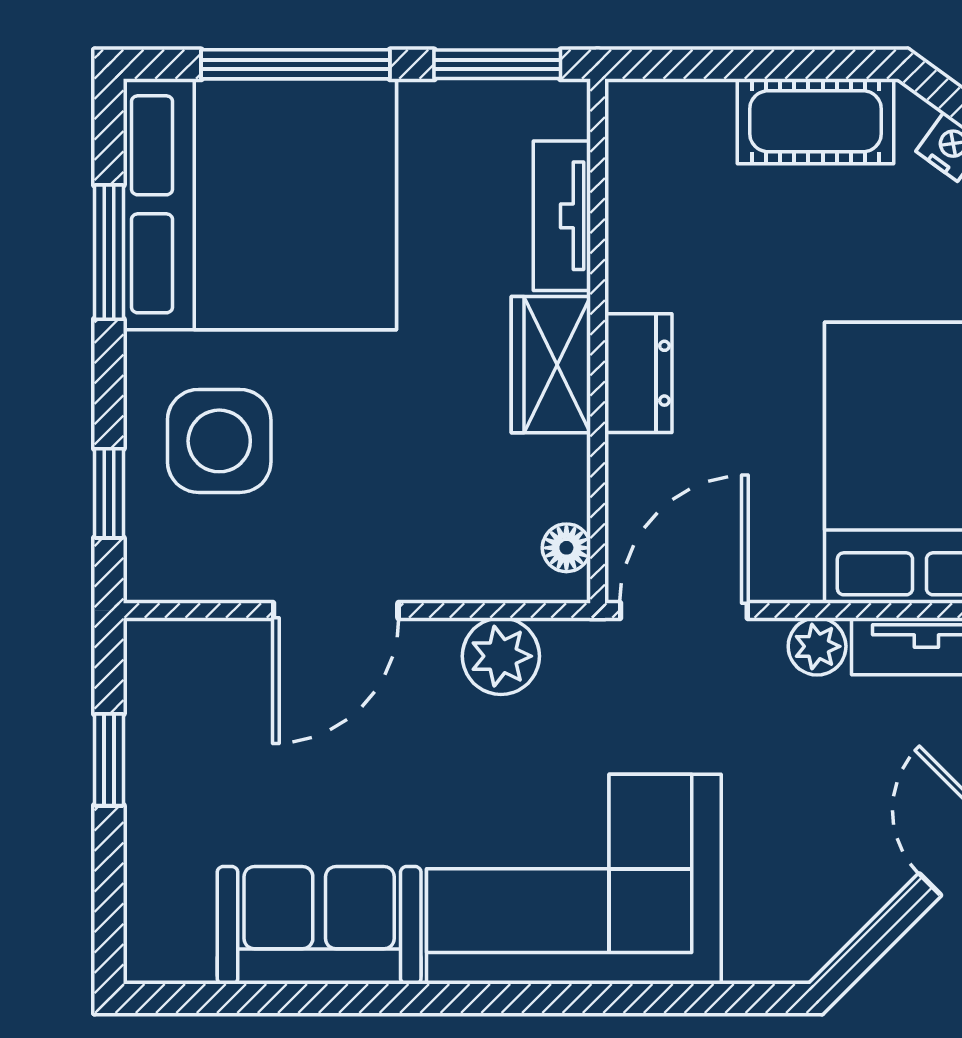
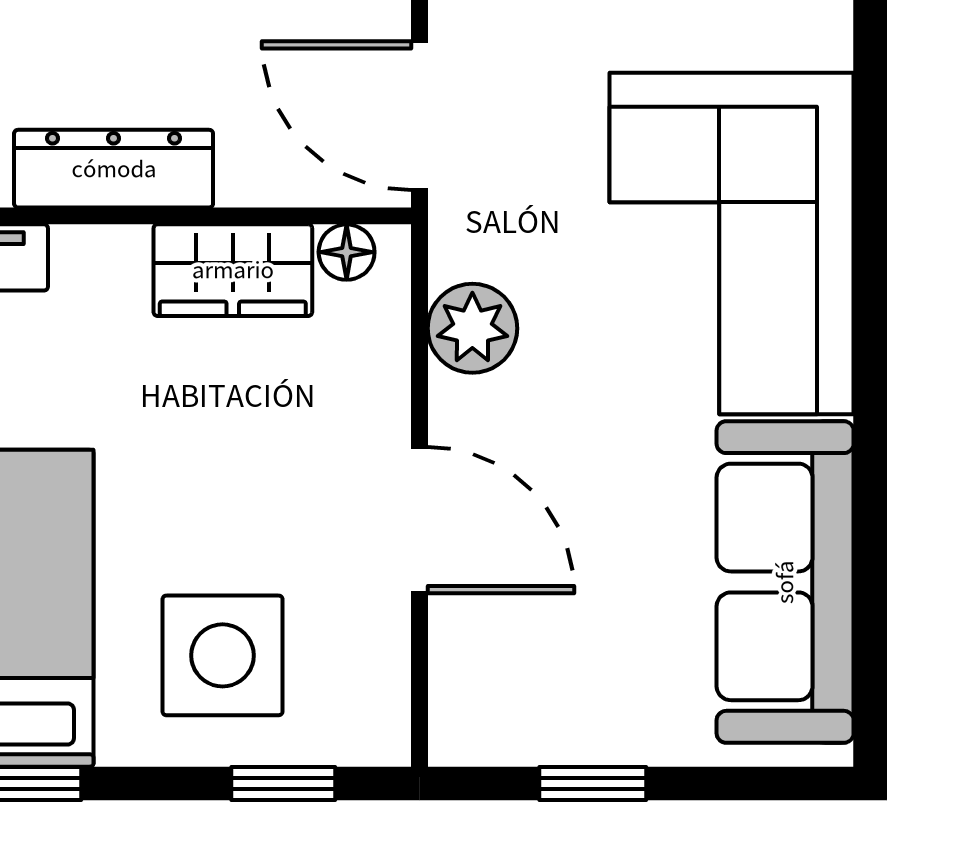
wardrobe: (551, 365) -> (233, 270), moved
dresser: (638, 373) -> (114, 169), width x1.44
sofa: (319, 925) -> (785, 582), width x1.36

